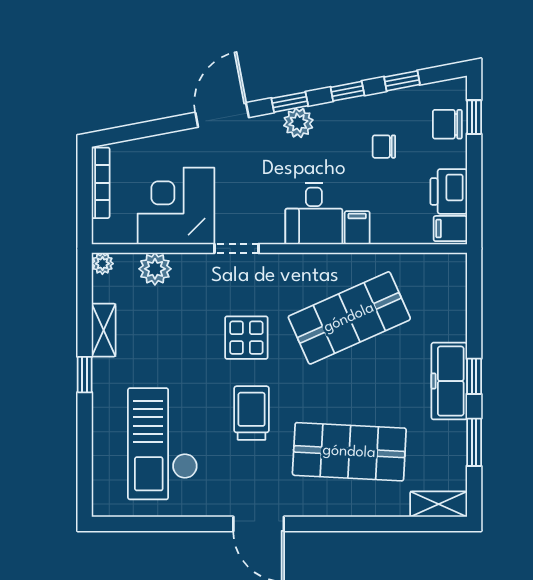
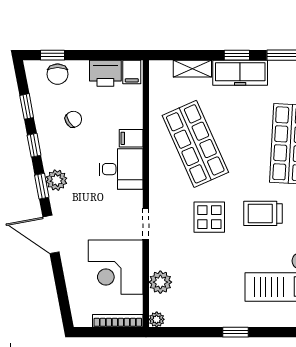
chair: (384, 147) -> (73, 119), turned -122
bookcase: (101, 183) -> (118, 321), moved
shelving: (104, 330) -> (192, 69), moved

